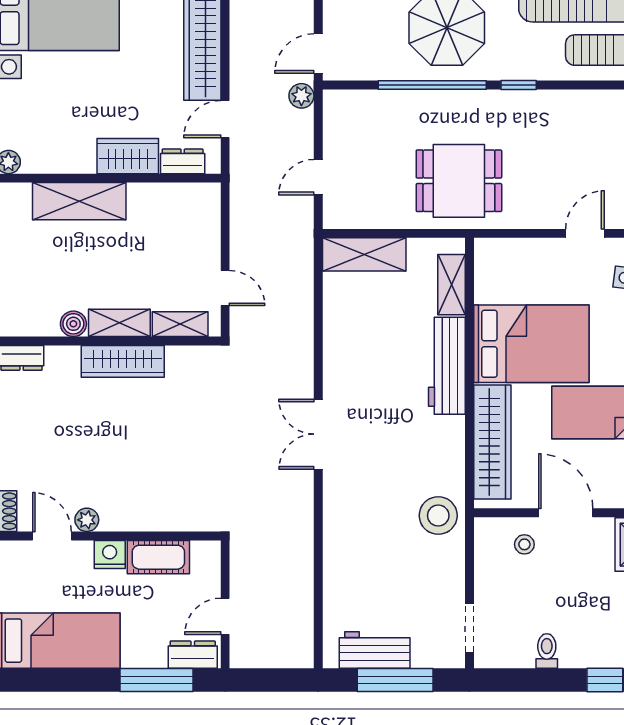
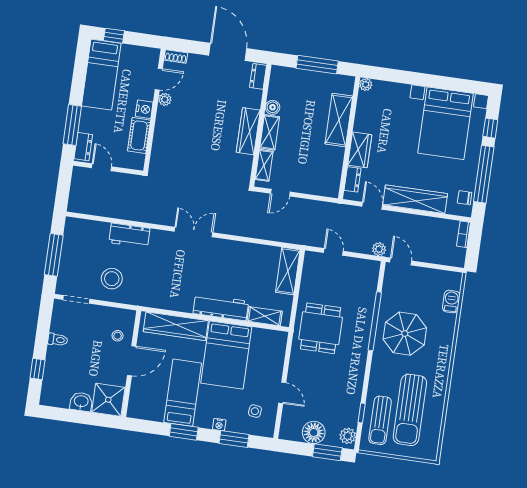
window: (519, 85) -> (362, 413), moved
stool: (438, 516) -> (112, 279), moved
workbench: (375, 650) -> (129, 235), moved, turned 90

